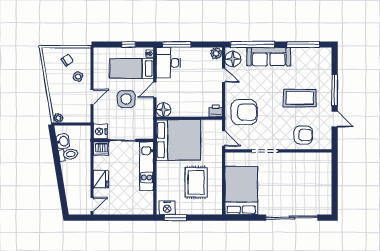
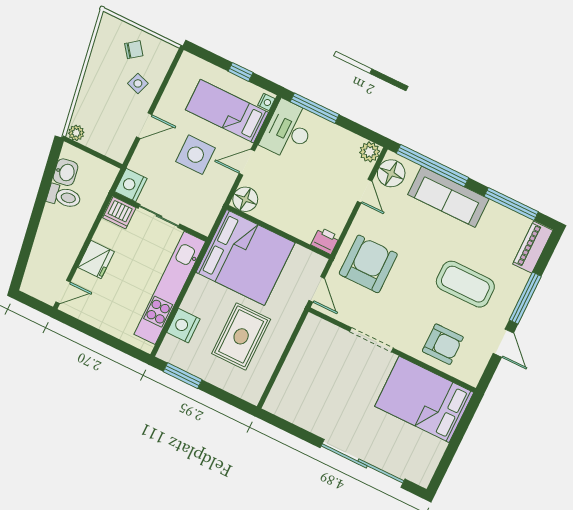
piano: (325, 62) -> (533, 247), added
armchair: (244, 112) -> (368, 264), turned -90
kitchen unit: (147, 166) -> (170, 288), width x1.36
bed: (241, 191) -> (424, 399), moved, turned -90
nightstand: (167, 208) -> (183, 326), moved, turned 90

